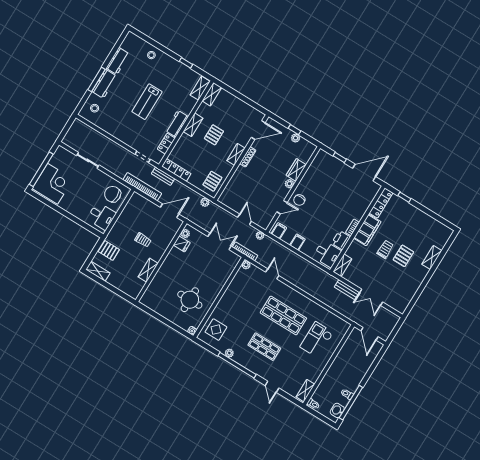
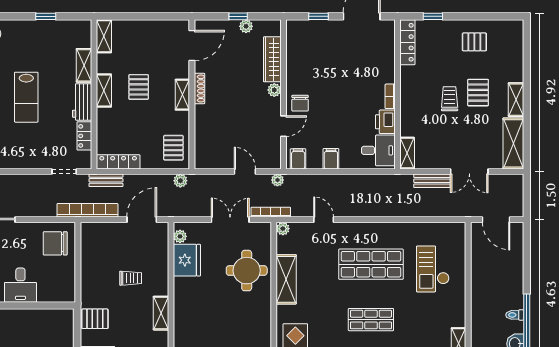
shelving: (200, 88) -> (84, 65), moved
wardrobe: (296, 170) -> (272, 59), width x1.50
desk: (101, 216) -> (20, 285), moved, turned 90
pallet: (419, 226) -> (474, 42), added
filing cabinet: (367, 230) -> (411, 88), removed
fridge: (182, 244) -> (187, 260), width x1.88, depth x1.34
shelving: (432, 257) -> (516, 100), moved
shelving: (230, 295) -> (286, 279), added
shelving: (406, 297) -> (513, 143), added
round table: (190, 300) -> (247, 271), moved

